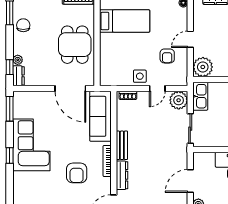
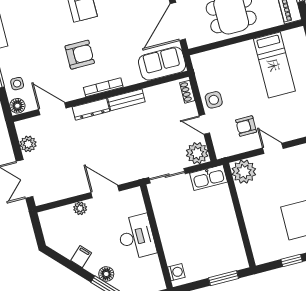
sofa: (101, 116) -> (162, 64), width x0.73
armchair: (77, 173) -> (80, 55), turned 180

